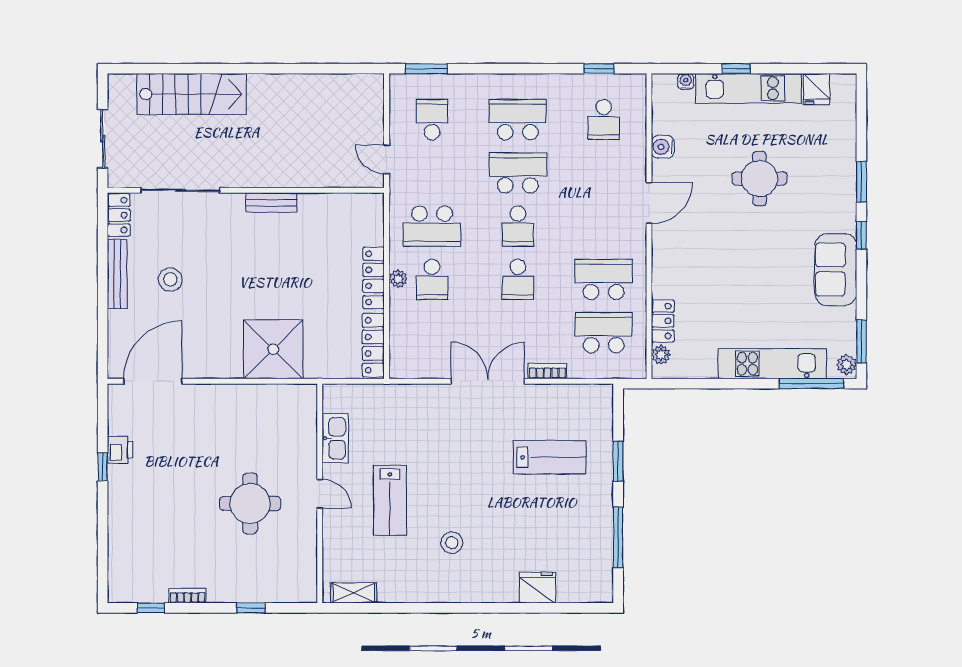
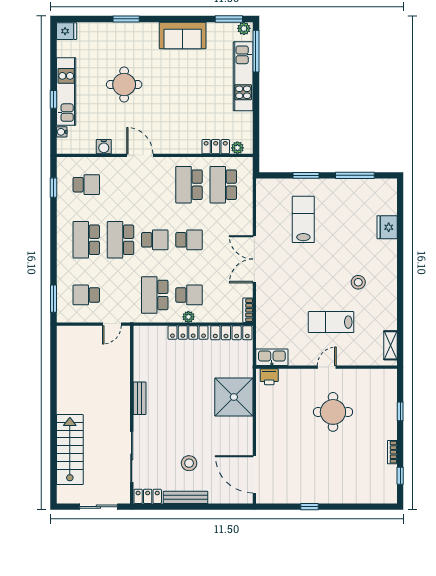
fridge: (816, 89) -> (67, 31), moved
school desk: (432, 226) -> (155, 295), turned 180
window: (861, 235) -> (161, 19), removed
bookcase: (547, 371) -> (248, 310), moved
kitchen sink: (335, 438) -> (272, 357), moved
printer: (120, 450) -> (269, 377), moved, turned 180
lab bench: (390, 500) -> (331, 322), turned 180

